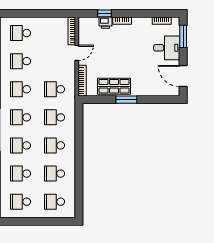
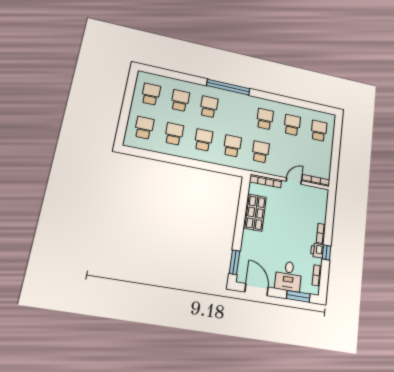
window: (104, 13) -> (326, 253), moved
printer: (105, 23) -> (317, 251), moved
door: (77, 53) -> (294, 181), swing flipped
door: (183, 76) -> (257, 290), hinge flipped
window: (126, 100) -> (235, 262), moved
school desk: (20, 117) -> (237, 113), removed

